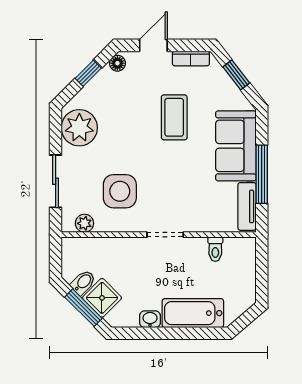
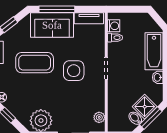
coffee table: (174, 117) -> (35, 63), width x1.36, depth x1.32
window: (262, 174) -> (57, 9), moved
side table: (120, 191) -> (74, 71), moved
washing machine: (235, 247) -> (114, 26), added

